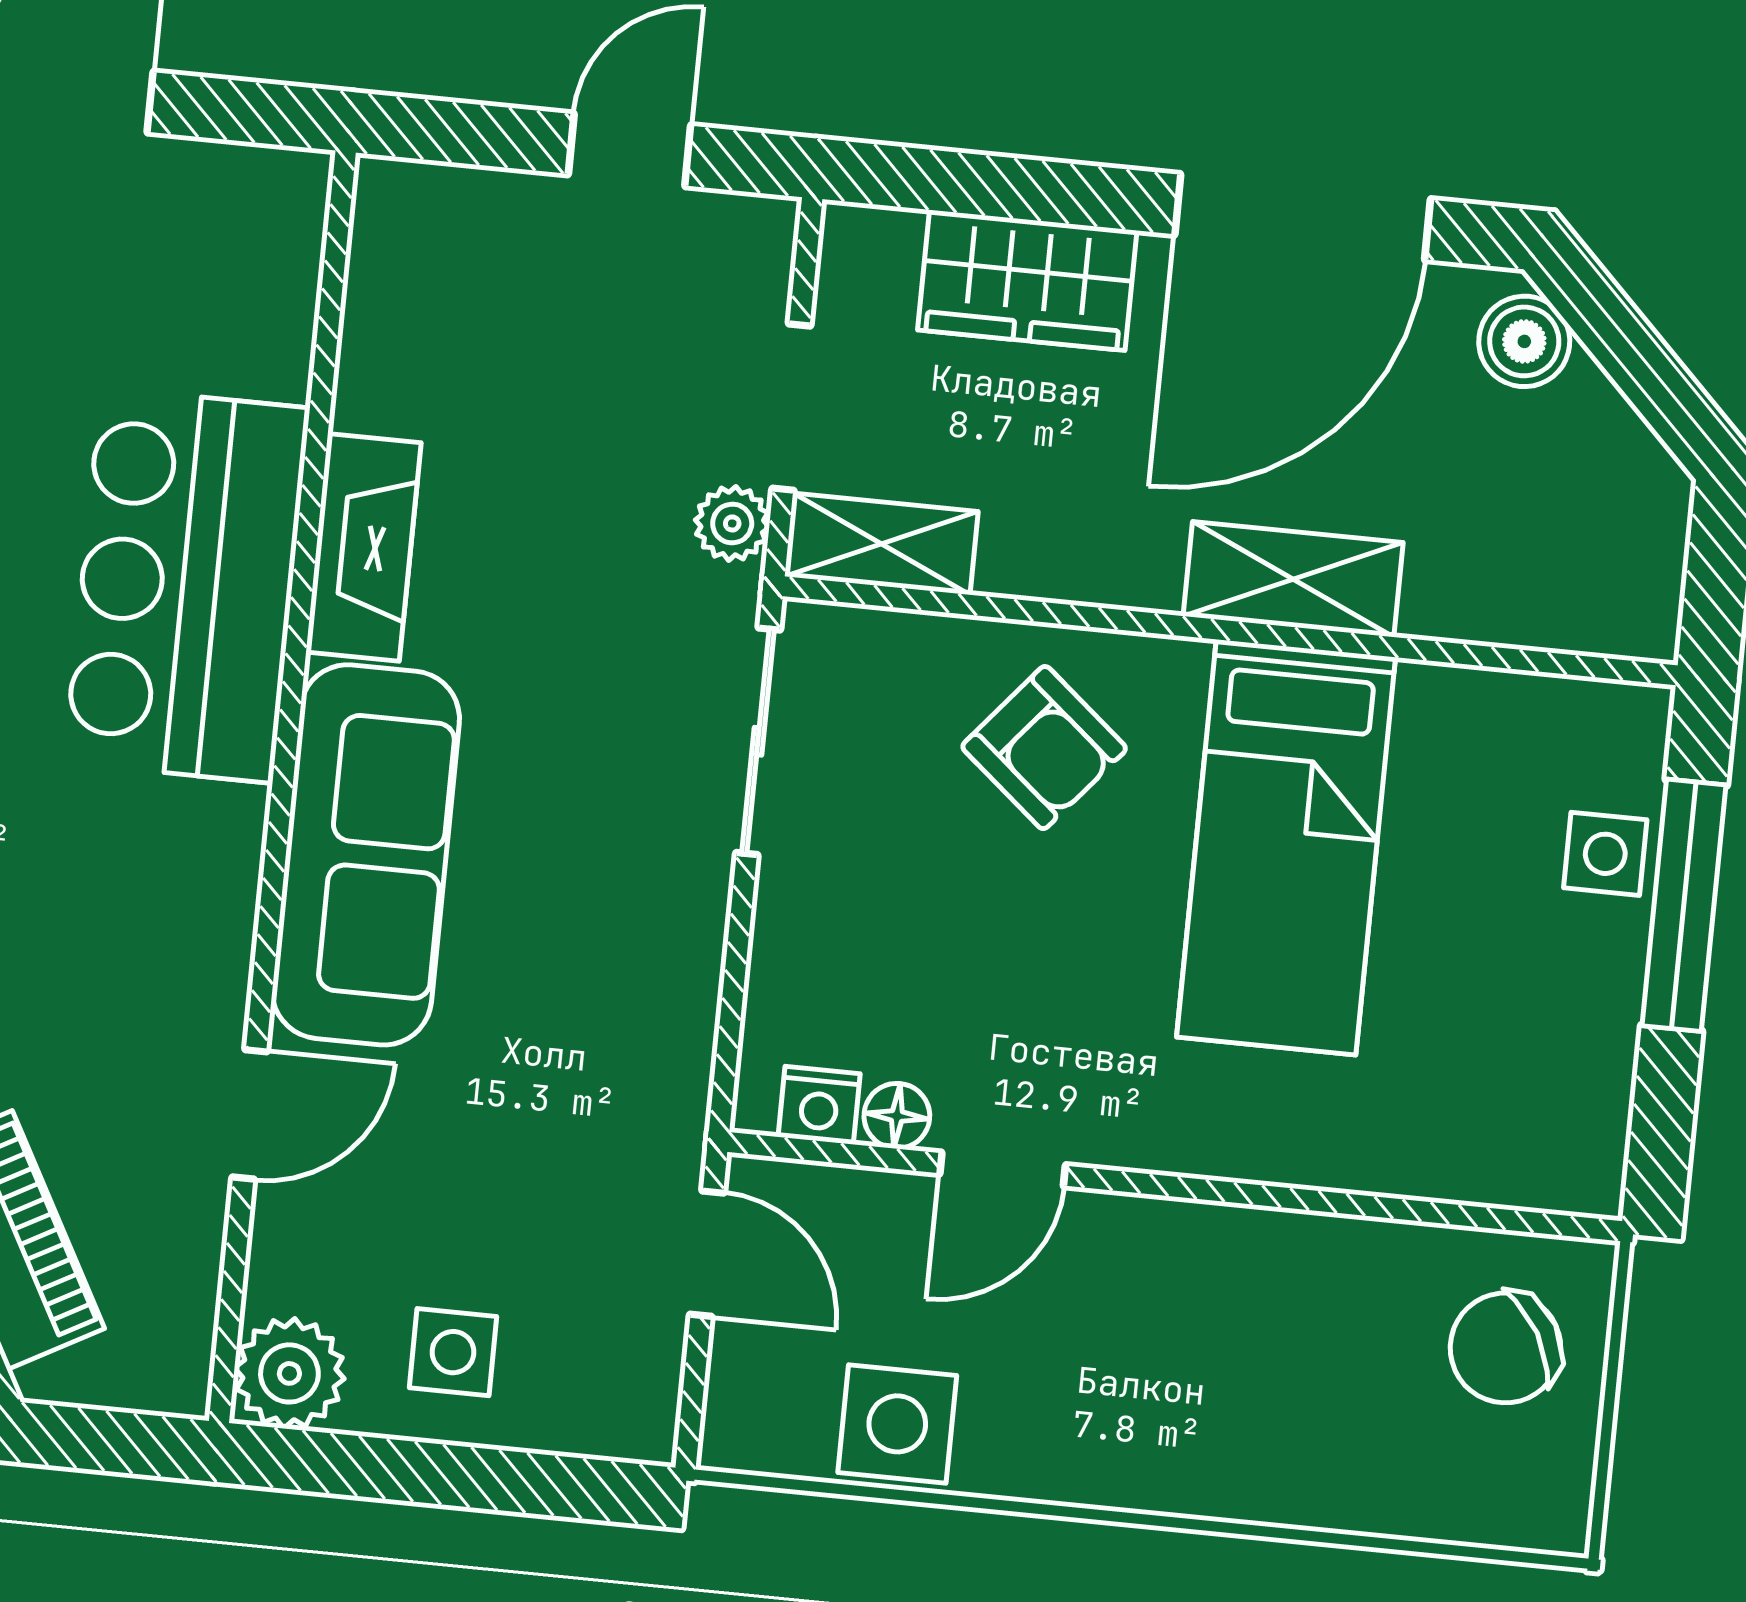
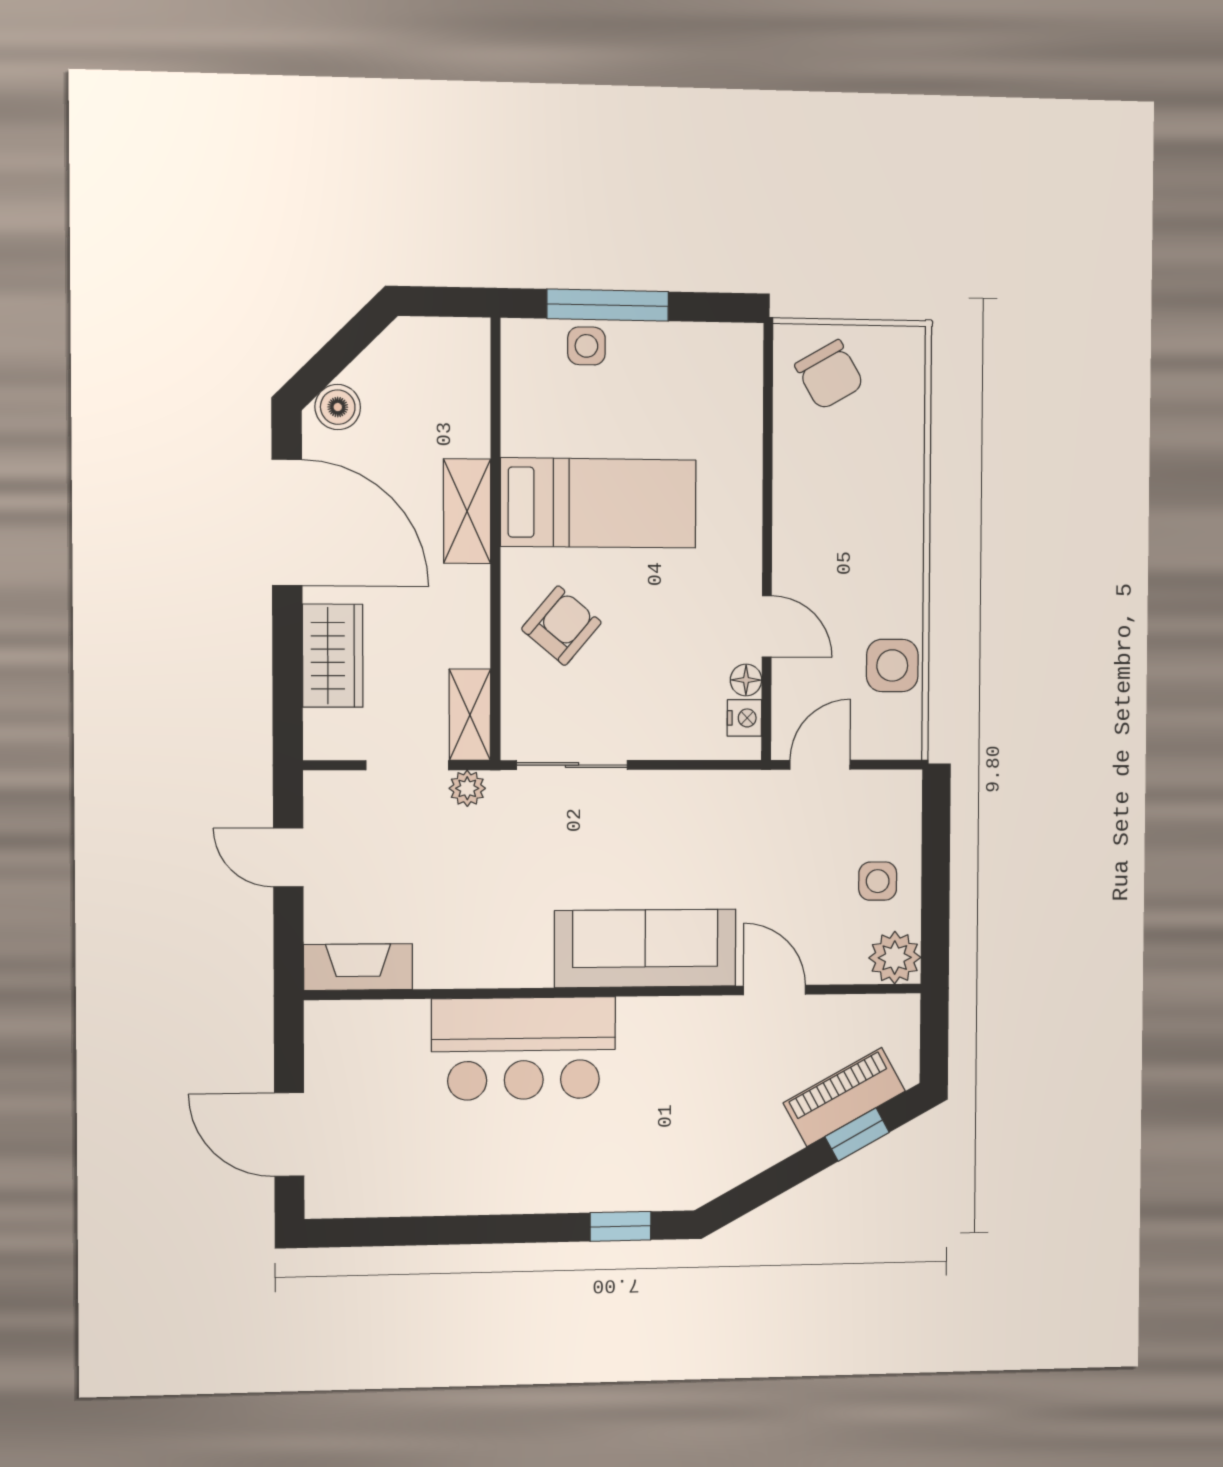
fireplace: (363, 547) -> (358, 967), moved

